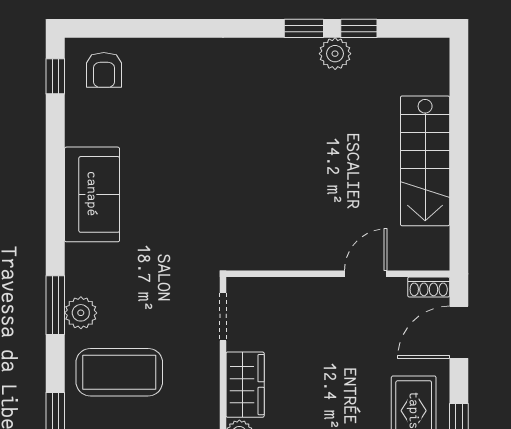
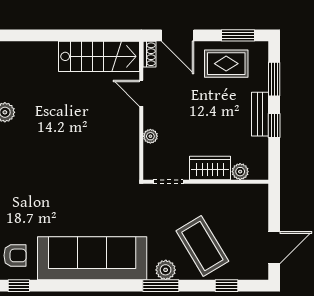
stairs: (425, 161) -> (99, 56), moved
sofa: (92, 194) -> (92, 258), width x1.85, depth x1.27
plant: (296, 288) -> (150, 136), added
coffee table: (119, 372) -> (202, 246), turned -31

